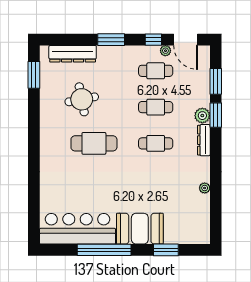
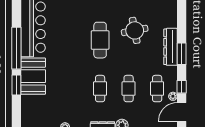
dresser: (73, 54) -> (171, 47), moved
window: (166, 250) -> (16, 85), moved

